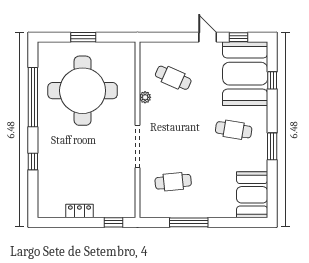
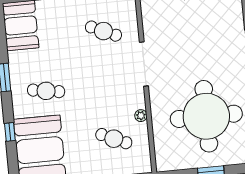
window: (272, 80) -> (10, 132), moved
cafe table: (173, 182) -> (103, 31), turned 30

